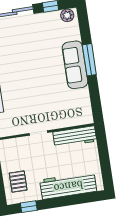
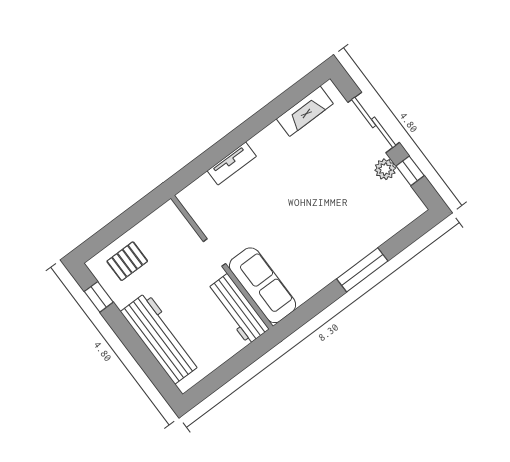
plant: (67, 15) -> (385, 169), moved
sofa: (75, 65) -> (263, 285), moved, turned 90

